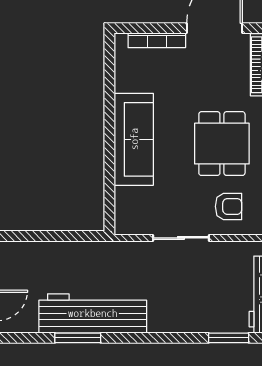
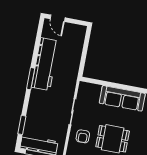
window: (78, 338) -> (31, 79), moved

